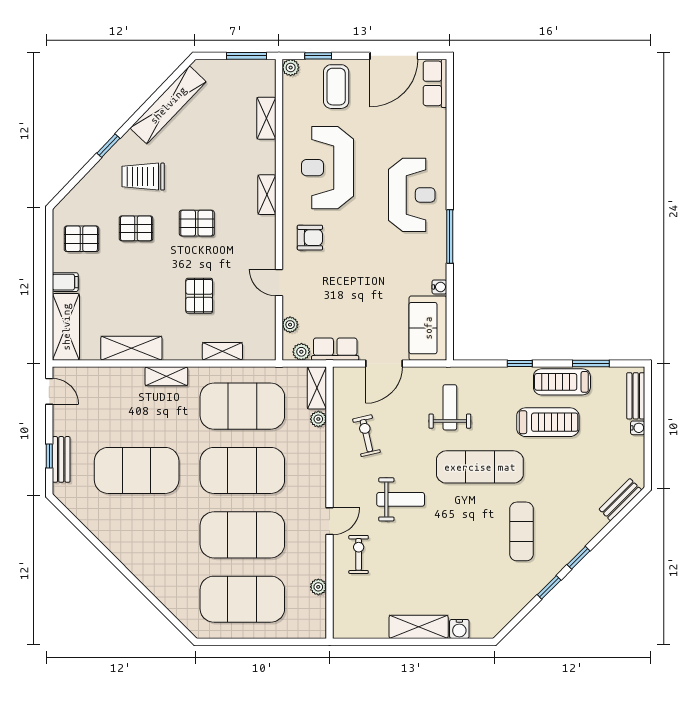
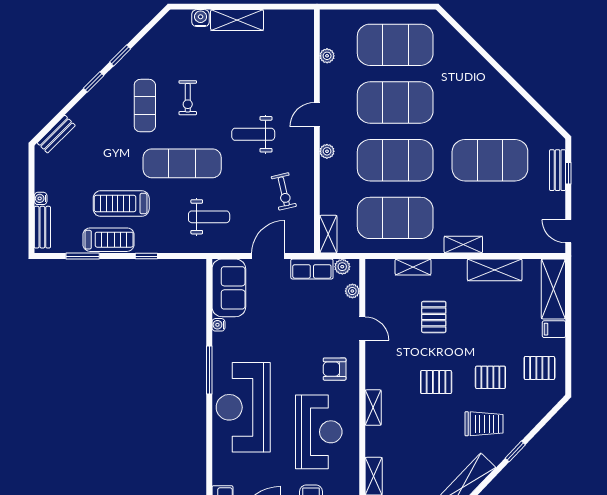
reception desk: (412, 195) -> (243, 407), width x1.36, depth x1.30
weight bench: (450, 407) -> (209, 217), turned -90
plant: (318, 419) -> (327, 151), moved
exercise bike: (359, 554) -> (188, 98), moved

